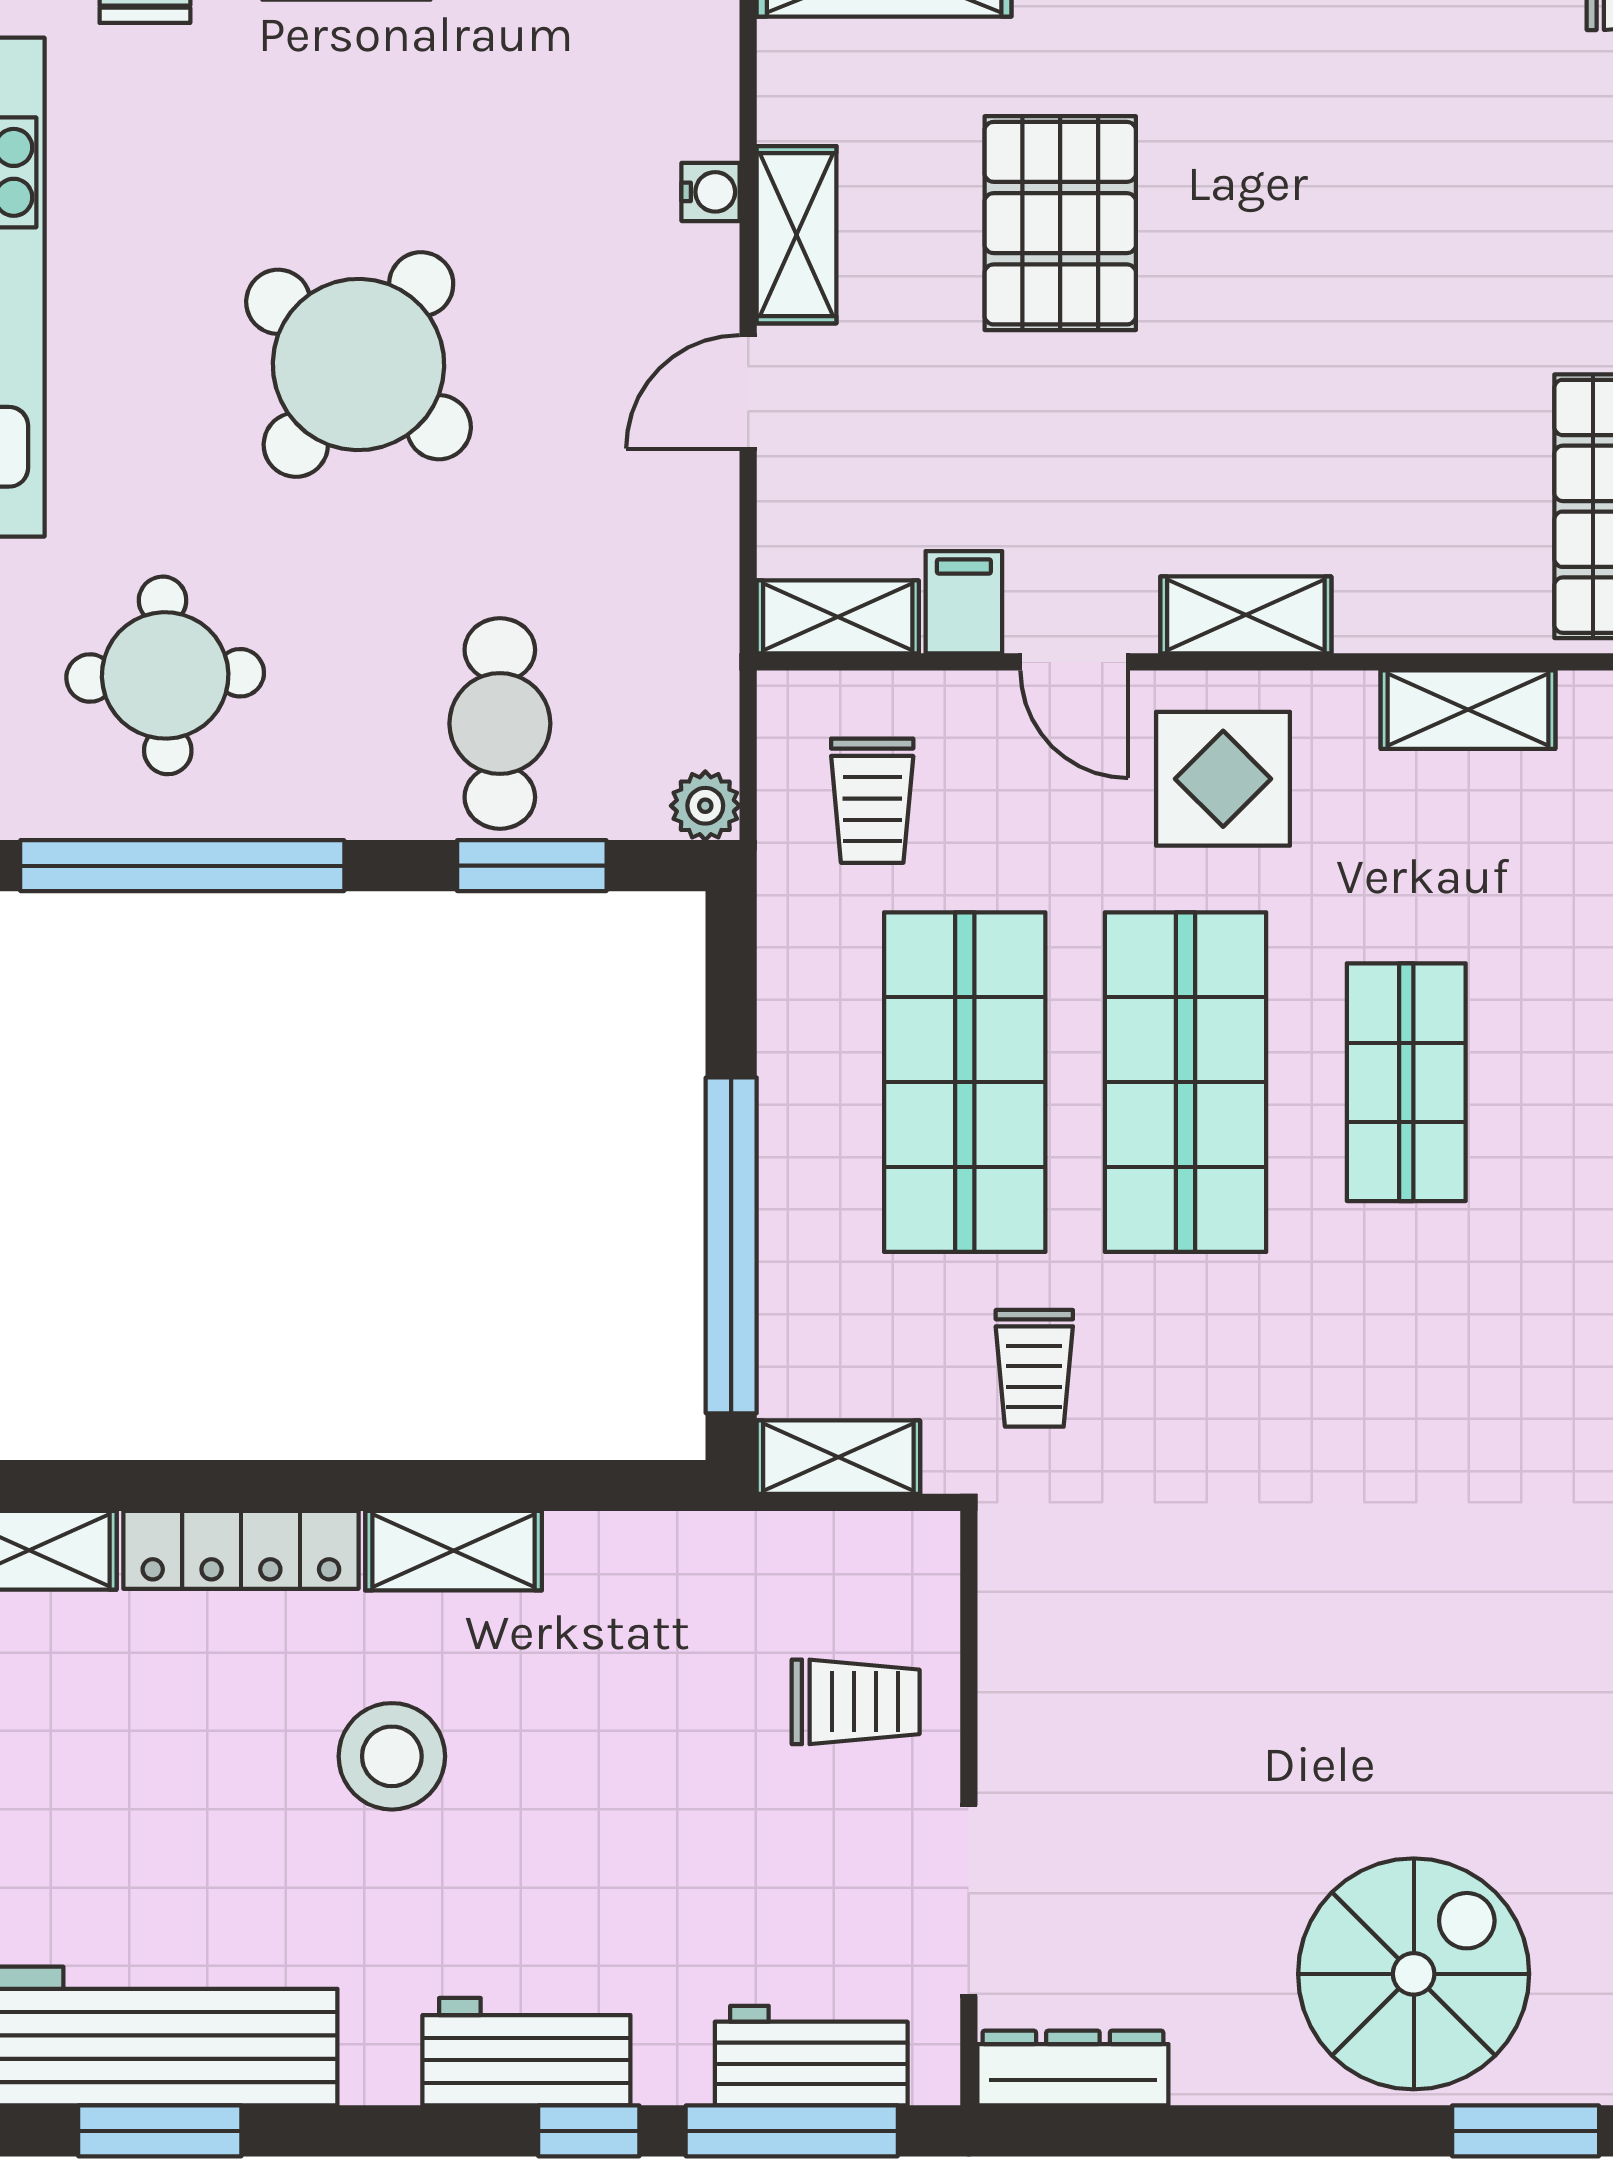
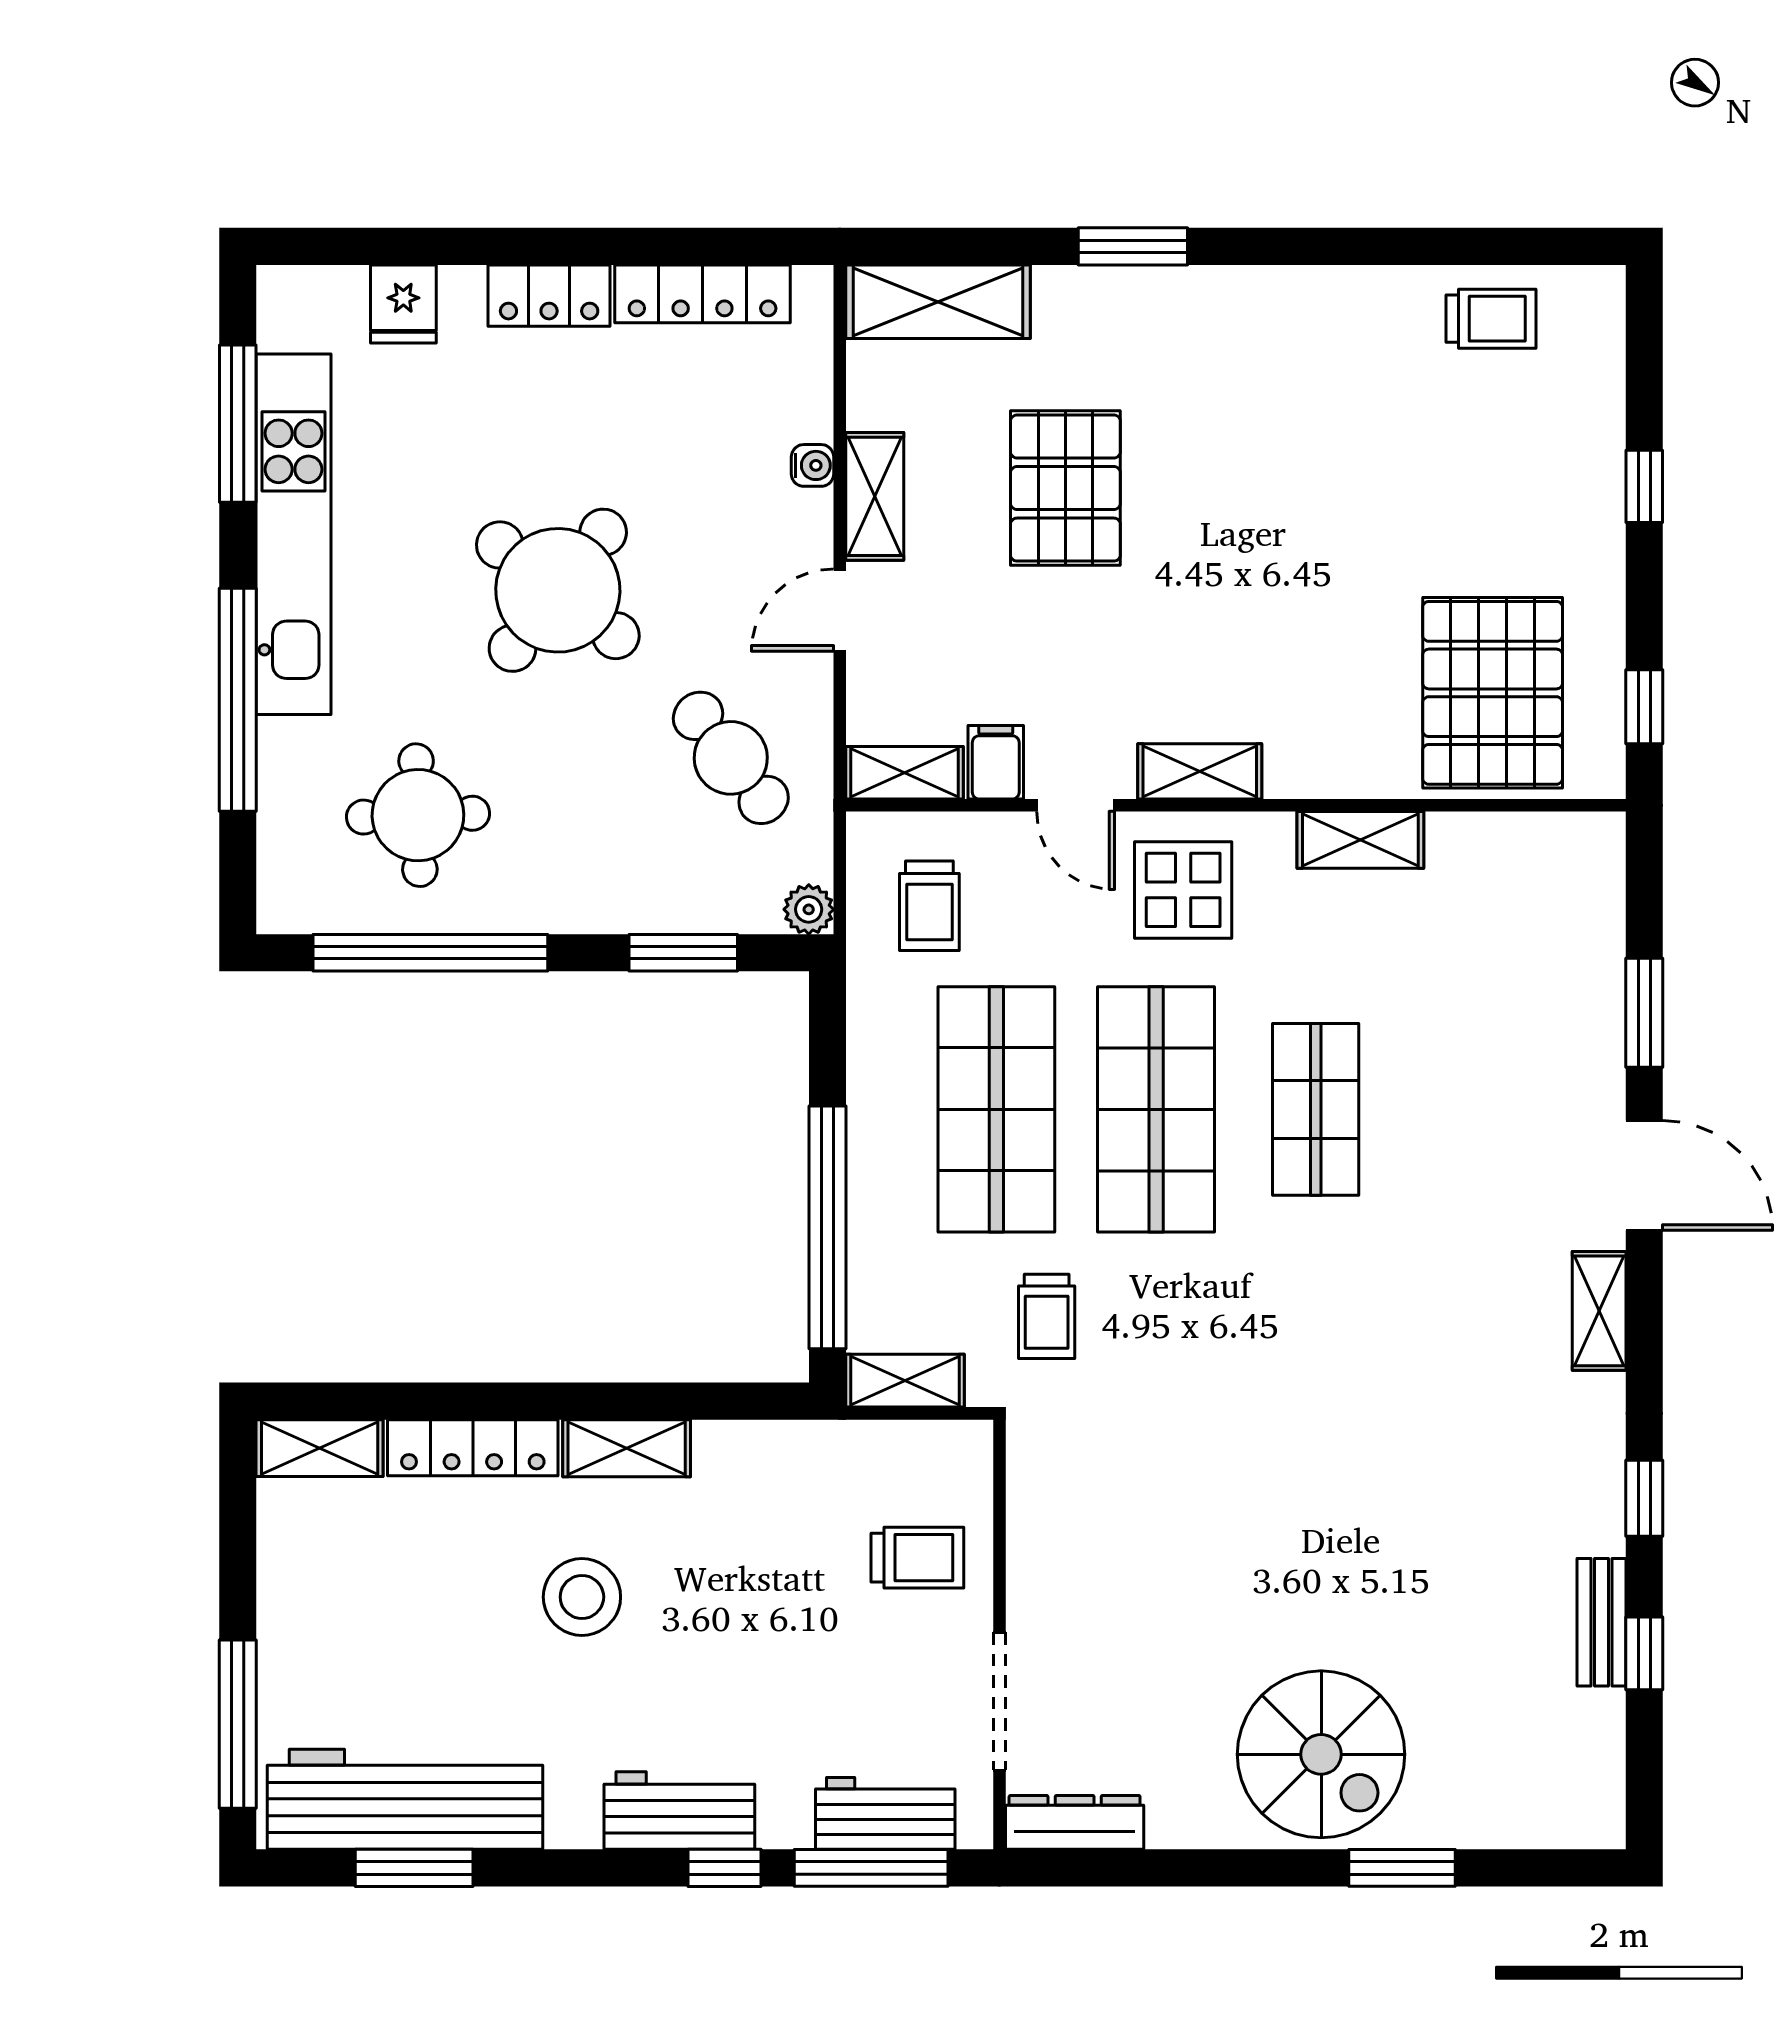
cafe table: (500, 724) -> (731, 758), moved, turned -38
spiral stairs: (1414, 1974) -> (1321, 1754), turned 90

